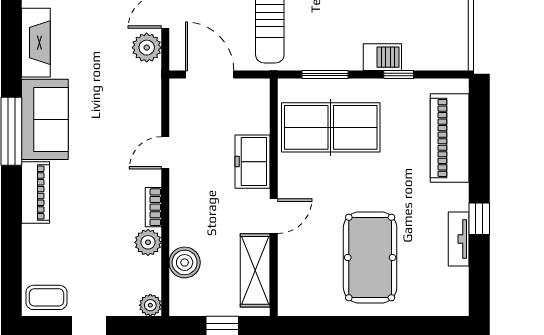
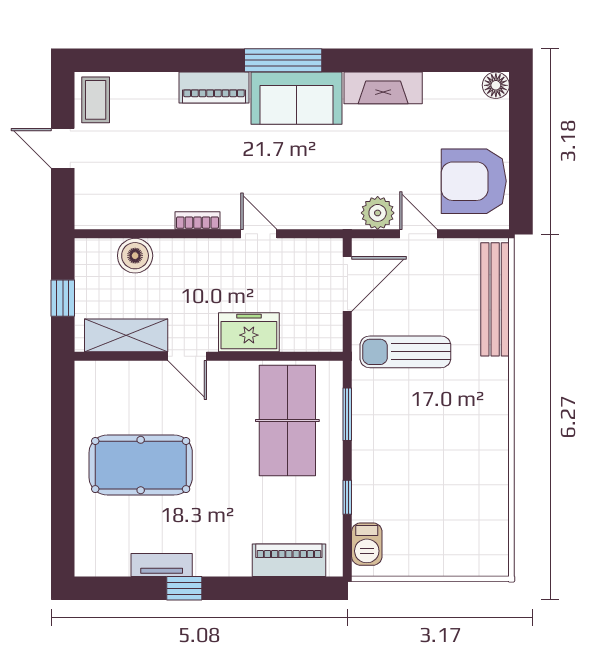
barbecue: (382, 57) -> (367, 544), moved
piano: (450, 138) -> (289, 560), width x0.73, depth x0.75
plant: (148, 242) -> (158, 214), removed
plant: (150, 305) -> (87, 217), removed

